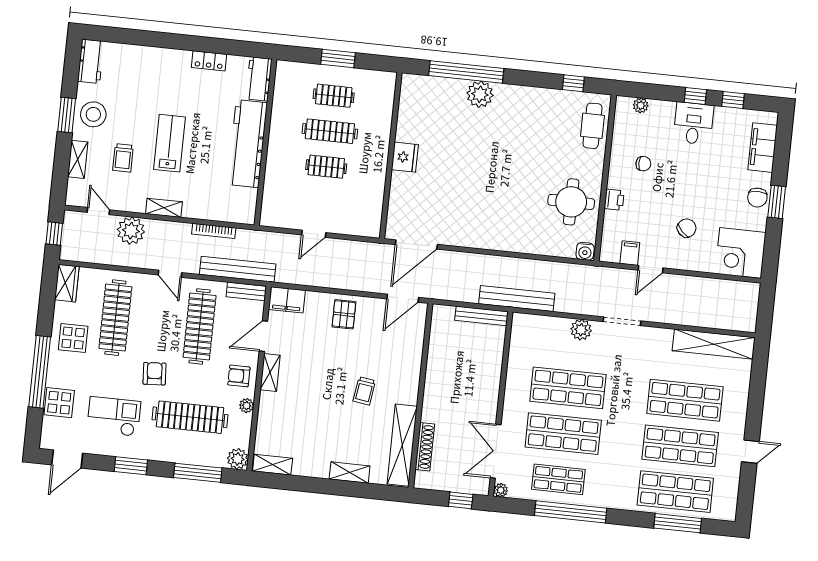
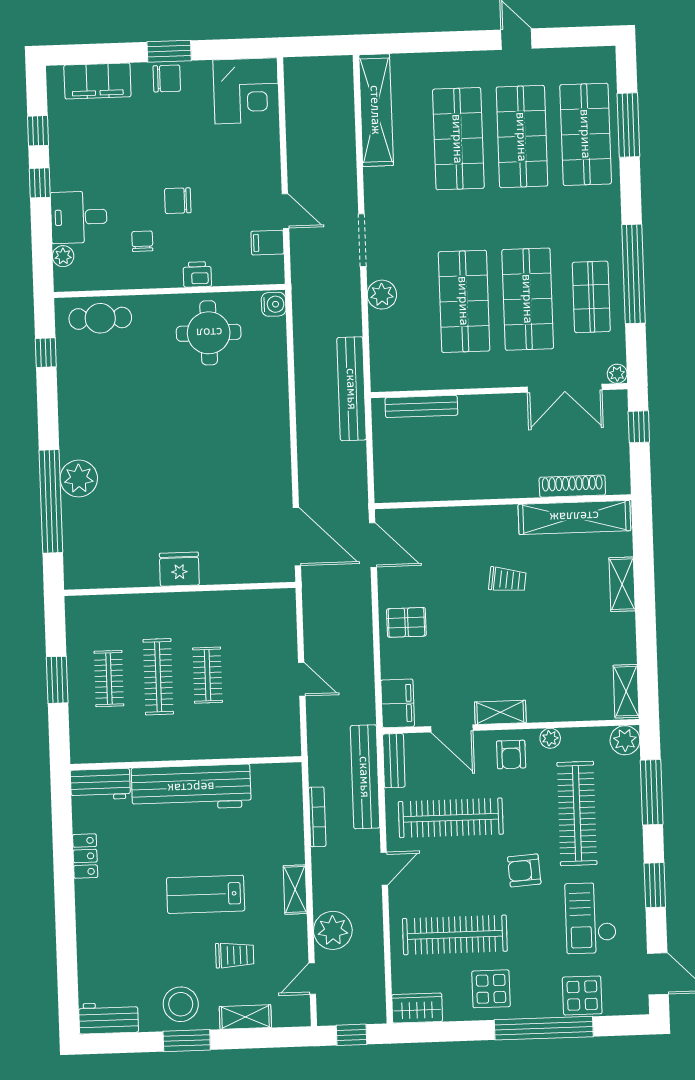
desk: (693, 123) -> (79, 217), moved
chair: (687, 228) -> (178, 201), moved, turned -46
bench: (481, 316) -> (421, 406), moved, turned 90

